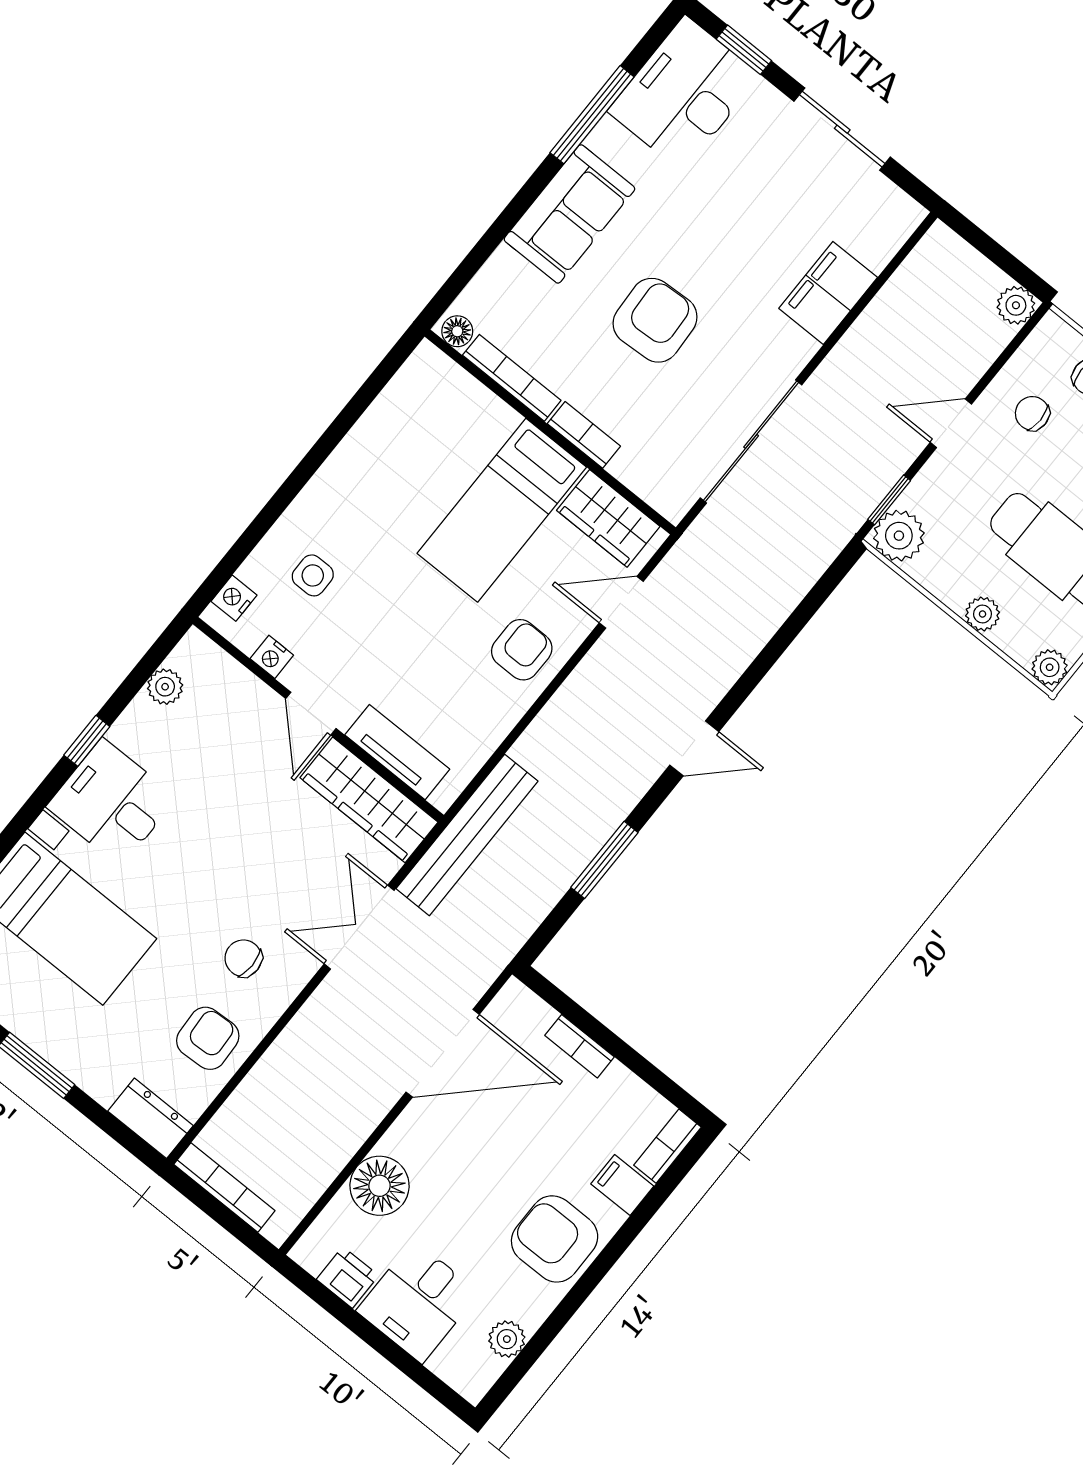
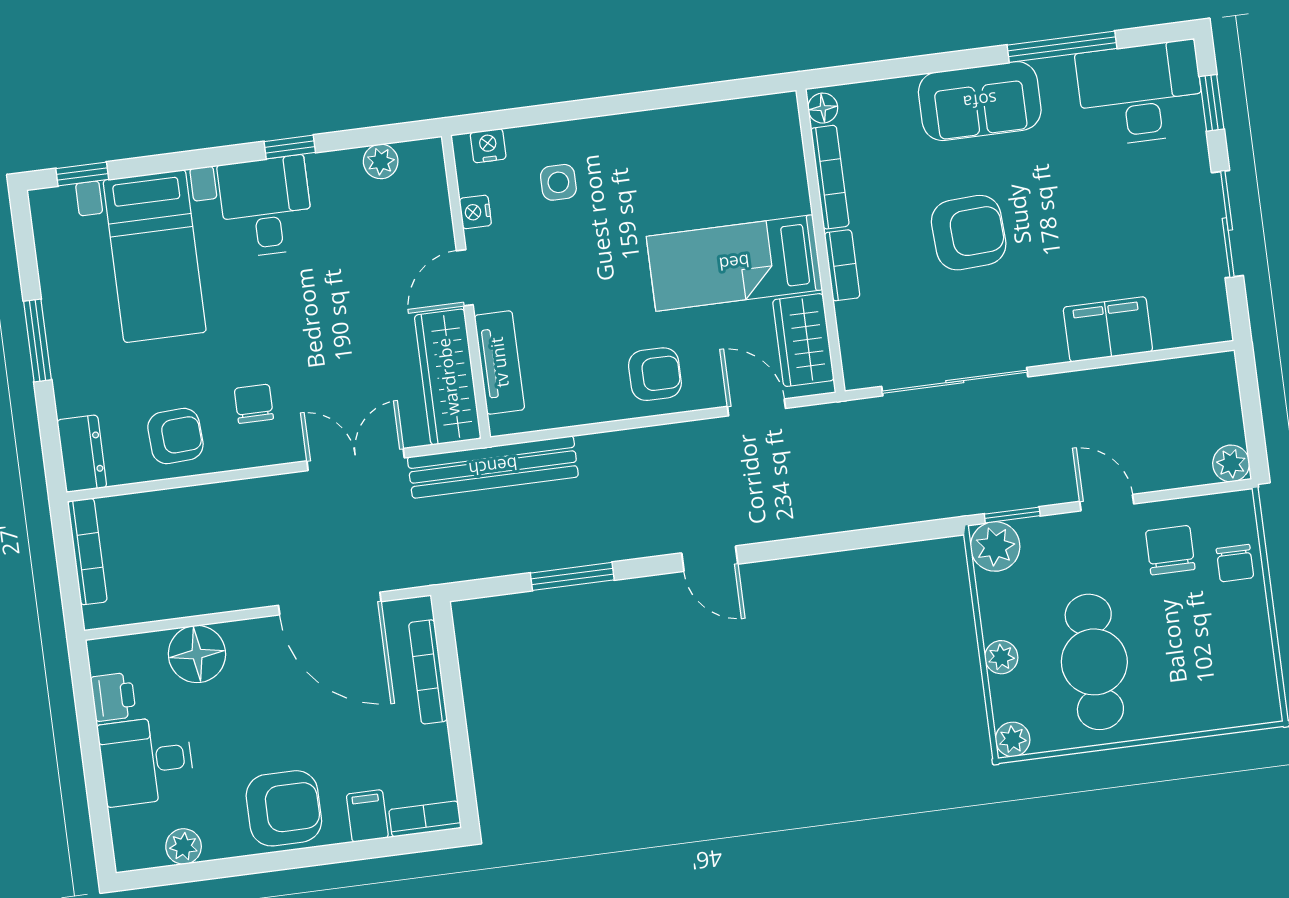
chair: (1032, 413) -> (1170, 550), width x1.37, depth x1.37
bookcase: (580, 1046) -> (428, 672), width x1.56
armchair: (555, 1239) -> (284, 808), turned 90

